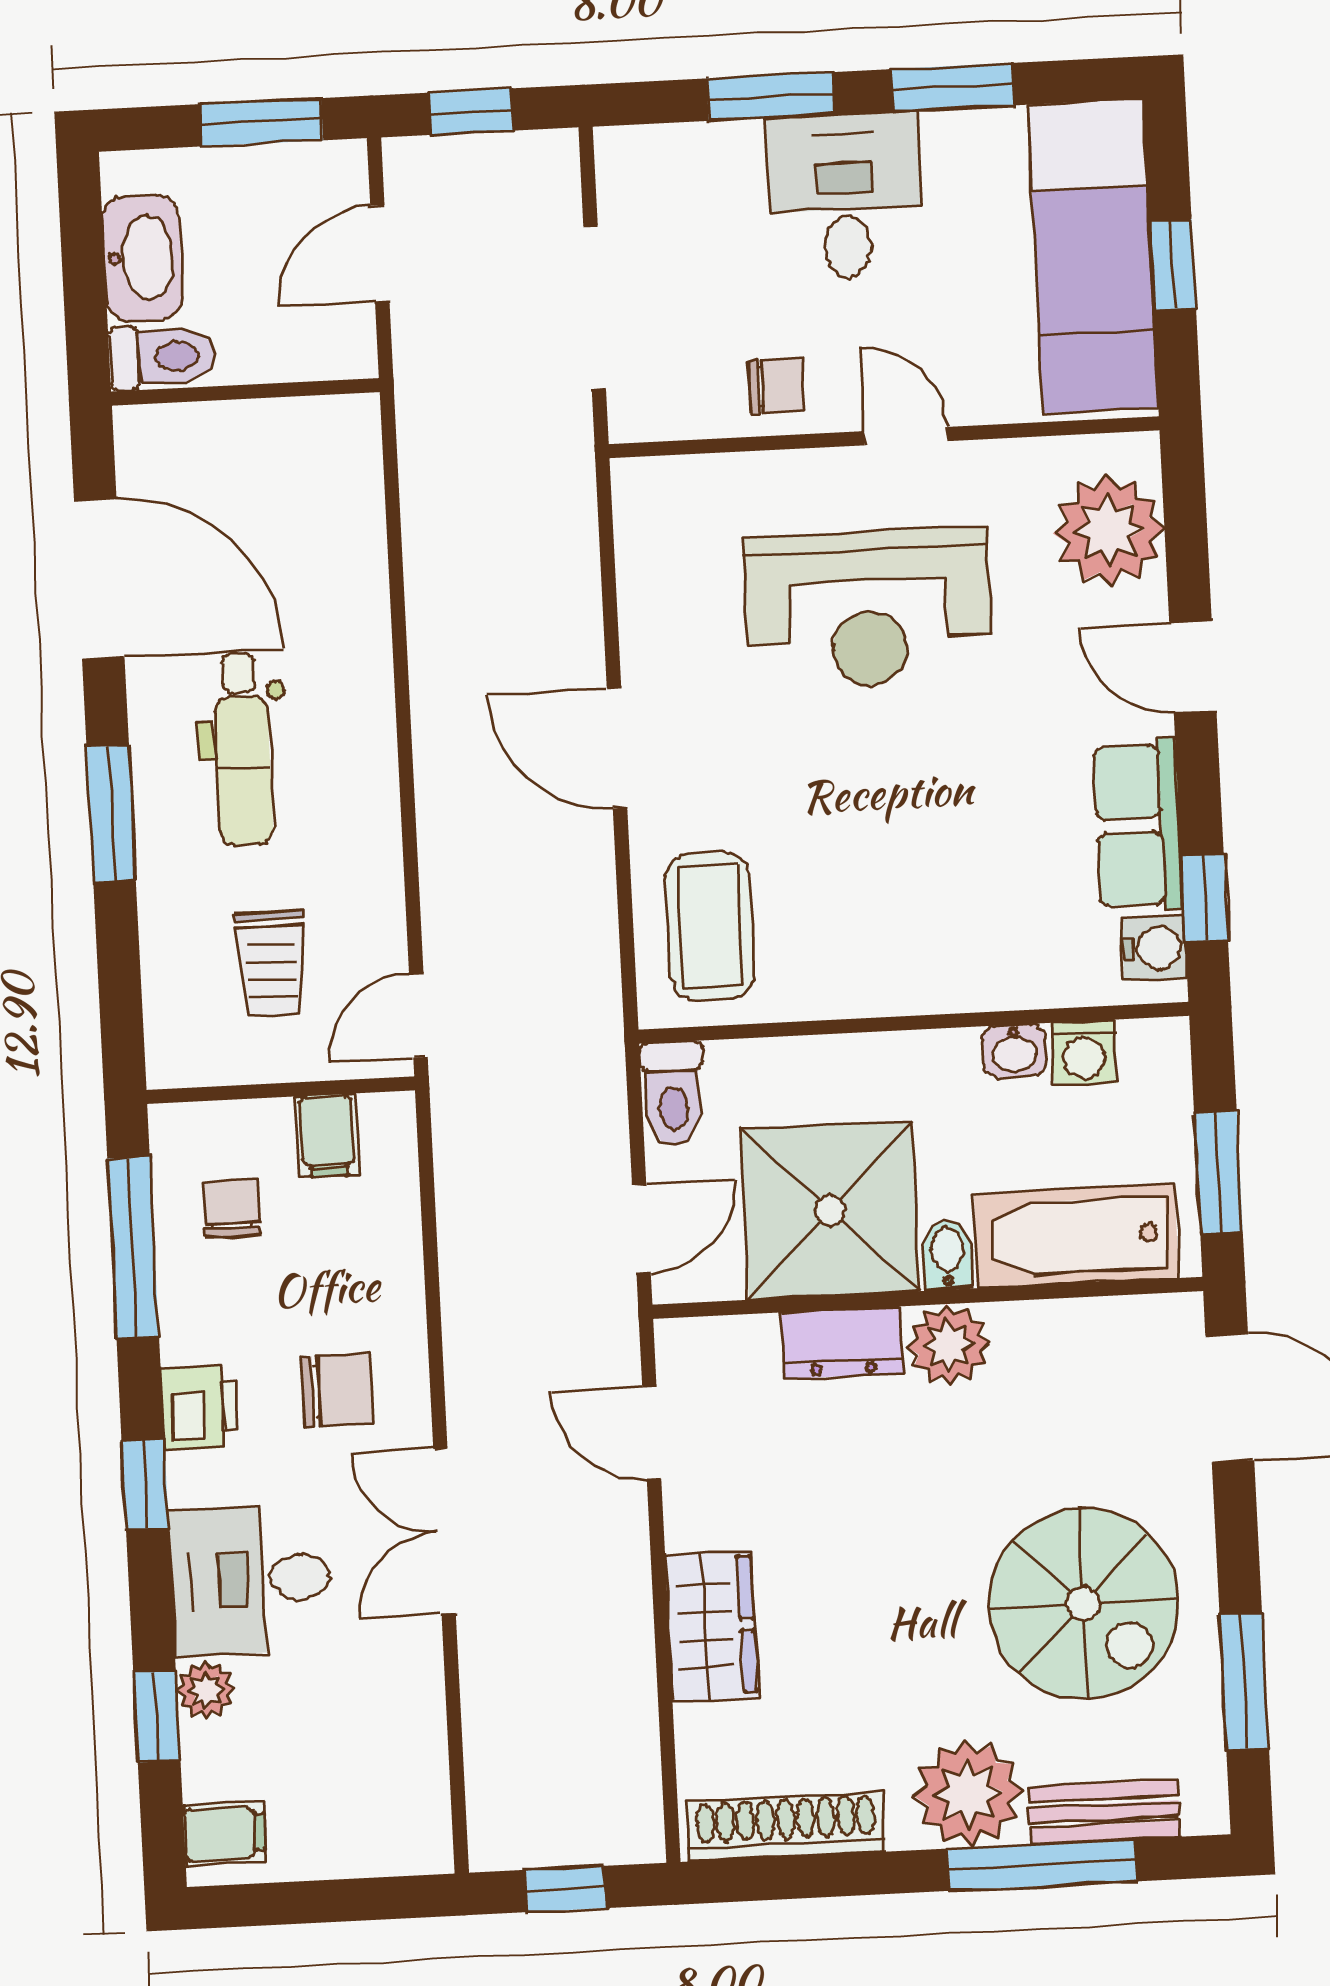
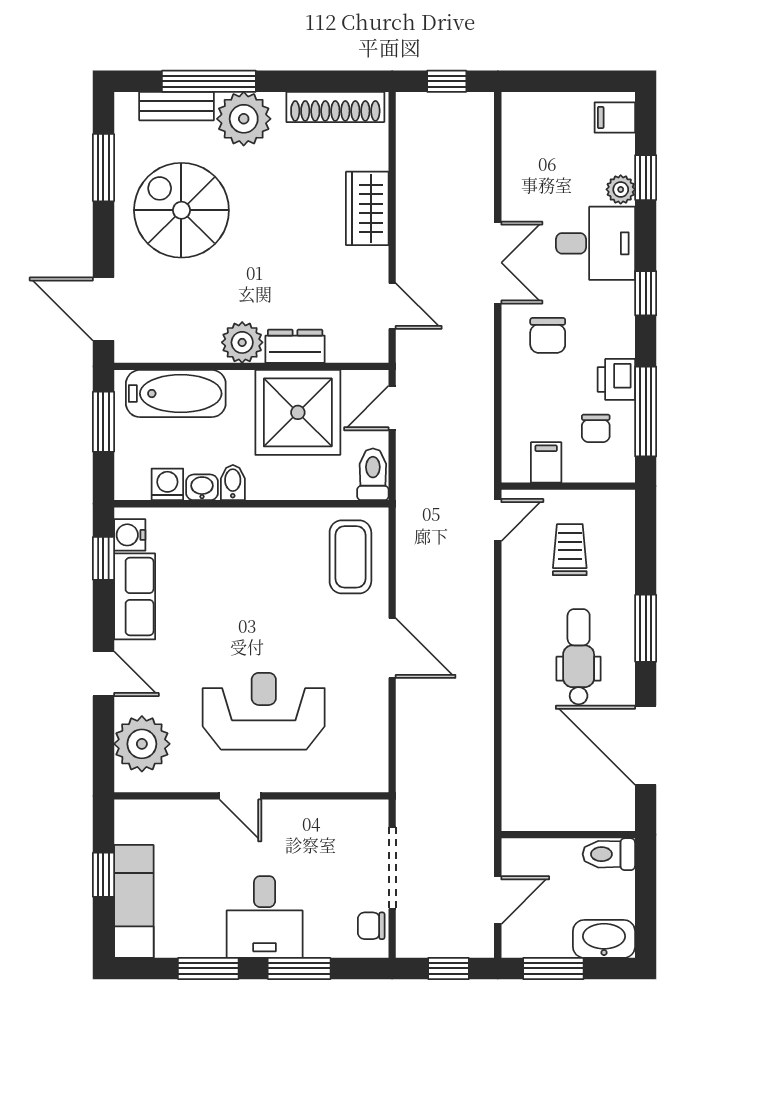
exam couch: (1093, 256) -> (134, 901), width x0.73, depth x0.69
washbasin: (142, 258) -> (604, 939), moved, turned 90
chair: (776, 386) -> (371, 926), moved
bidet: (947, 1254) -> (233, 483), moved, turned 180
chair: (337, 1390) -> (548, 335), turned -90
printer: (200, 1408) -> (616, 379), moved

